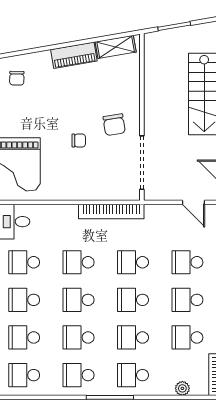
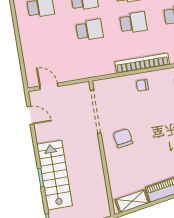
chair: (79, 141) -> (142, 85), moved
bookcase: (111, 212) -> (142, 63), moved
school desk: (187, 262) -> (46, 37), removed

